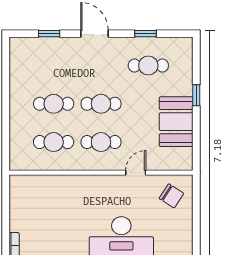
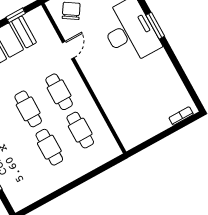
window: (196, 141) -> (16, 15), added
door: (136, 173) -> (68, 50), swing flipped

